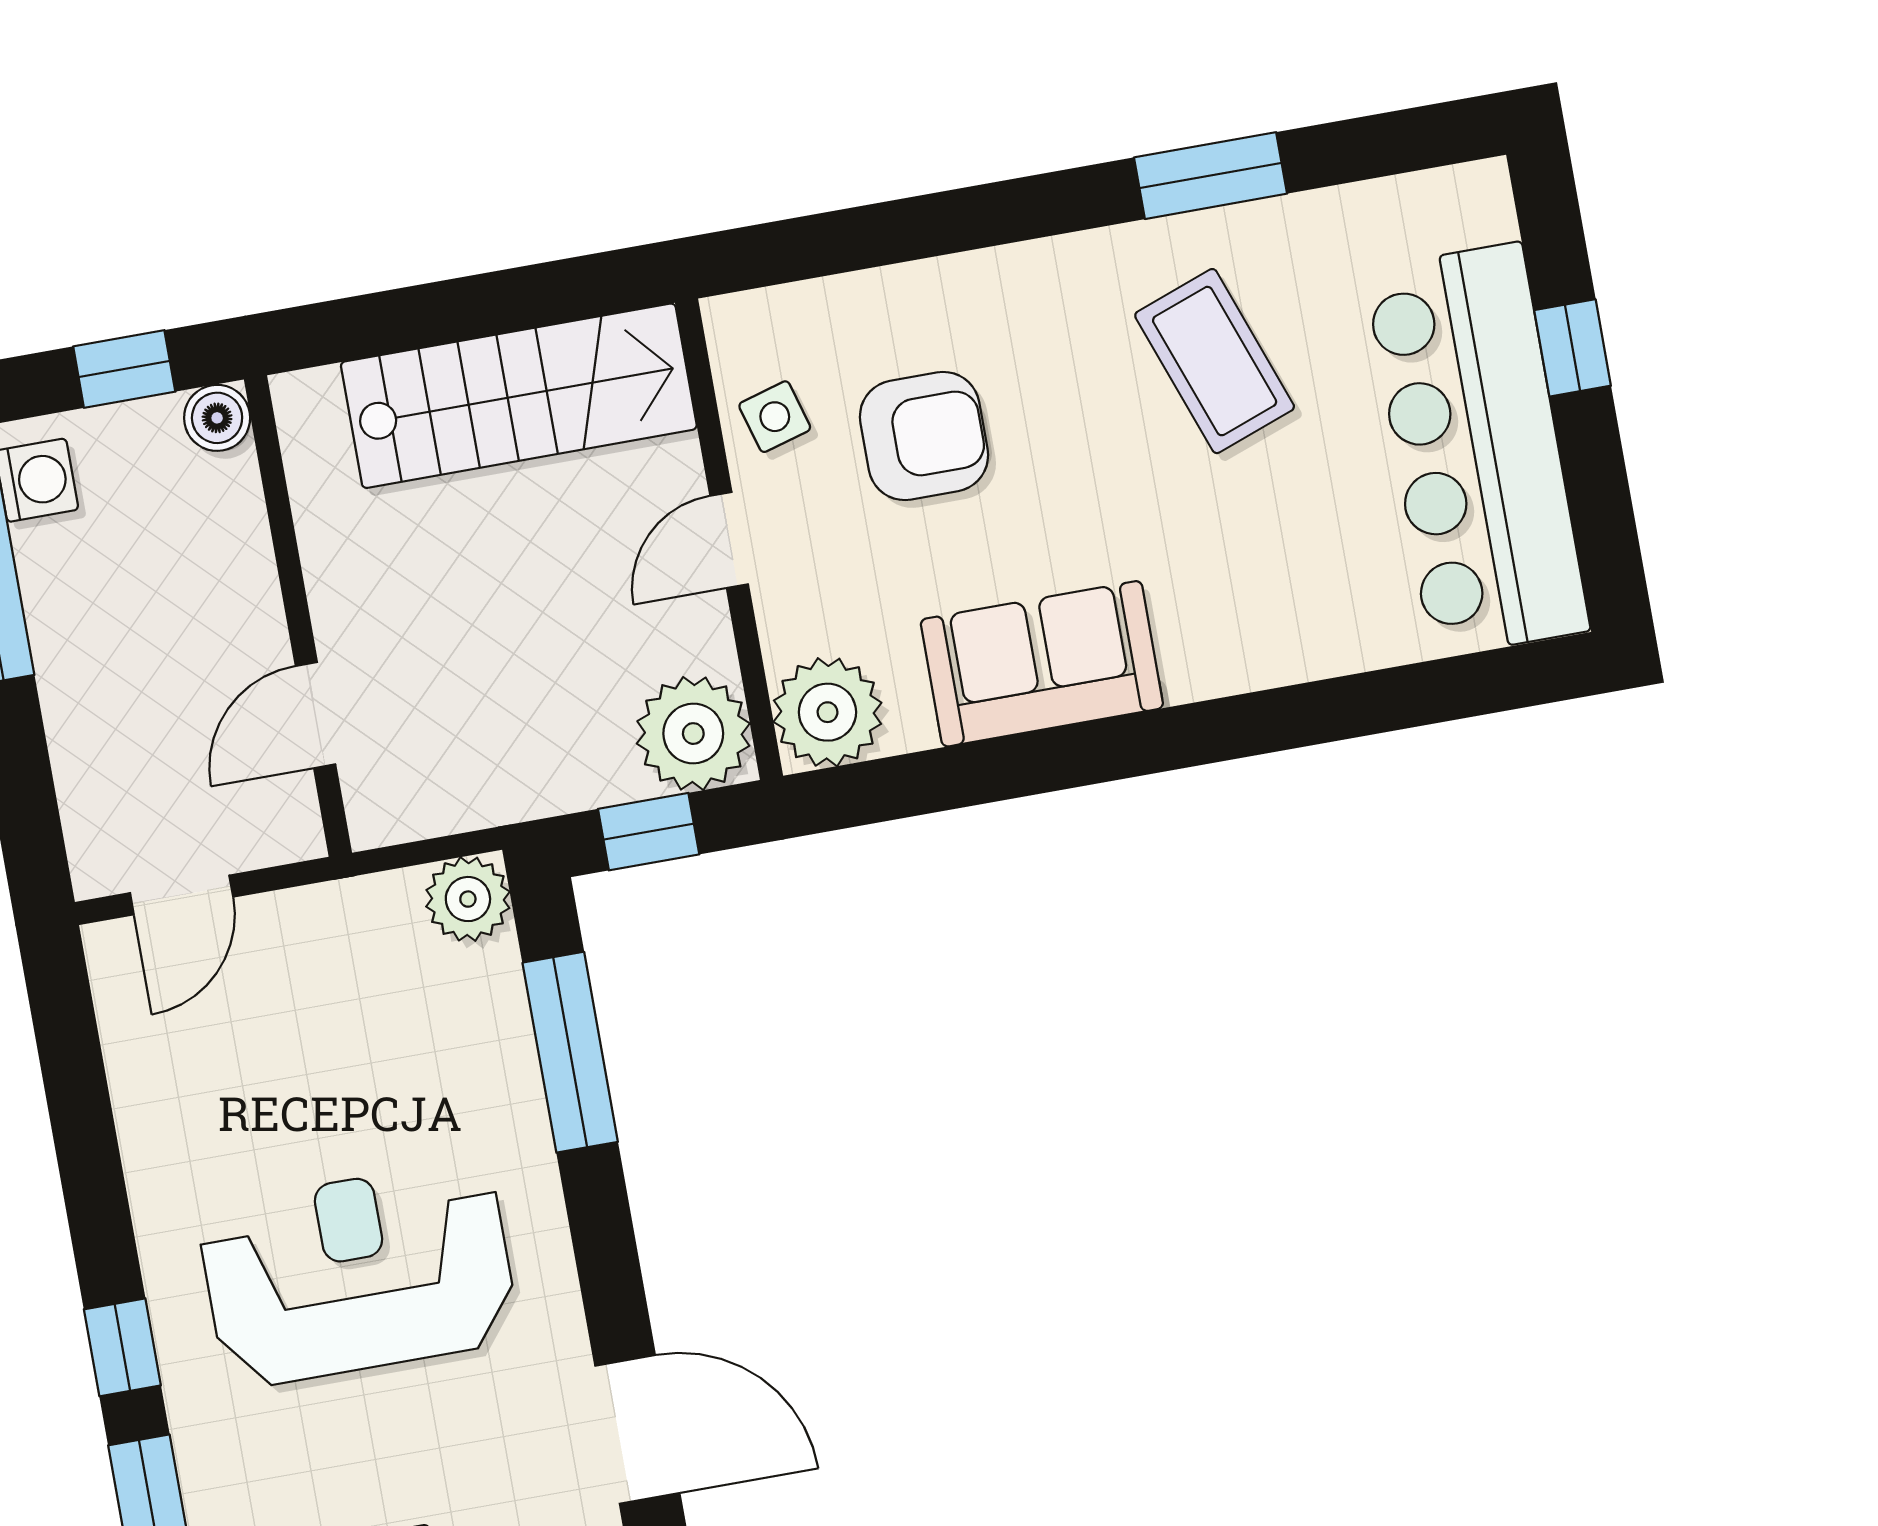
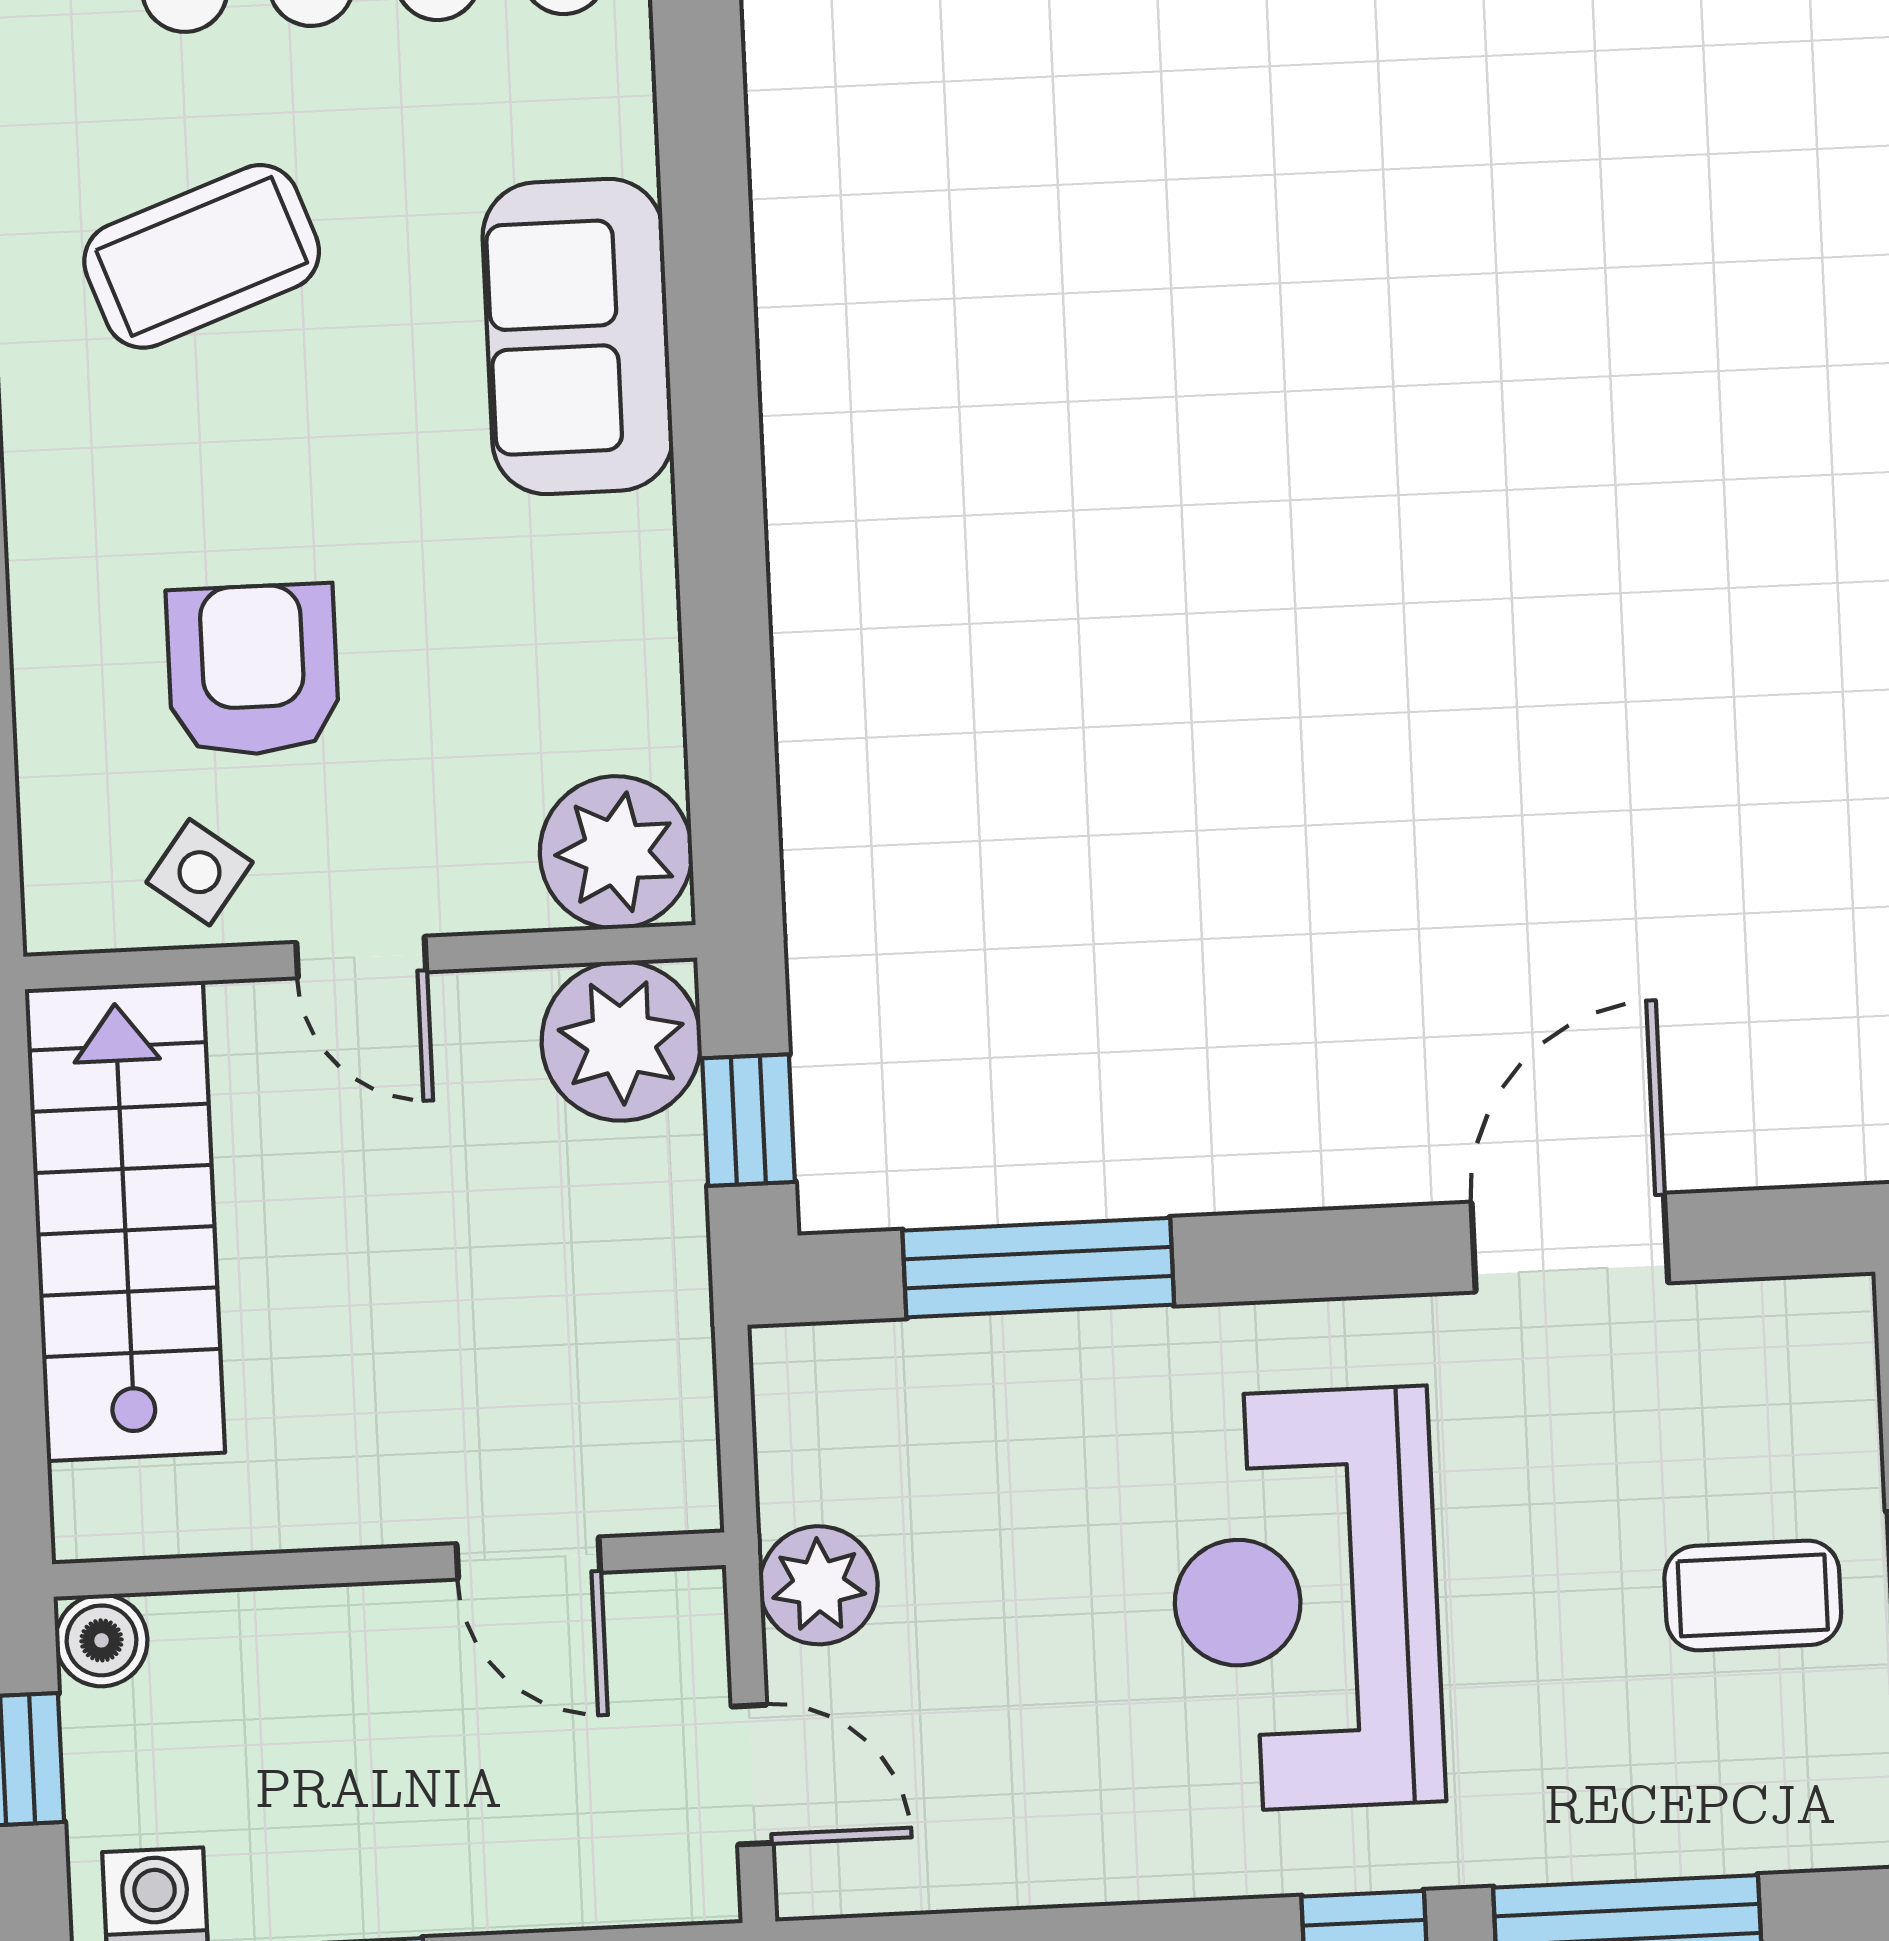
side table: (775, 417) -> (200, 872), turned -37
sofa: (1042, 664) -> (578, 336), moved
plant: (468, 899) -> (819, 1585), moved

